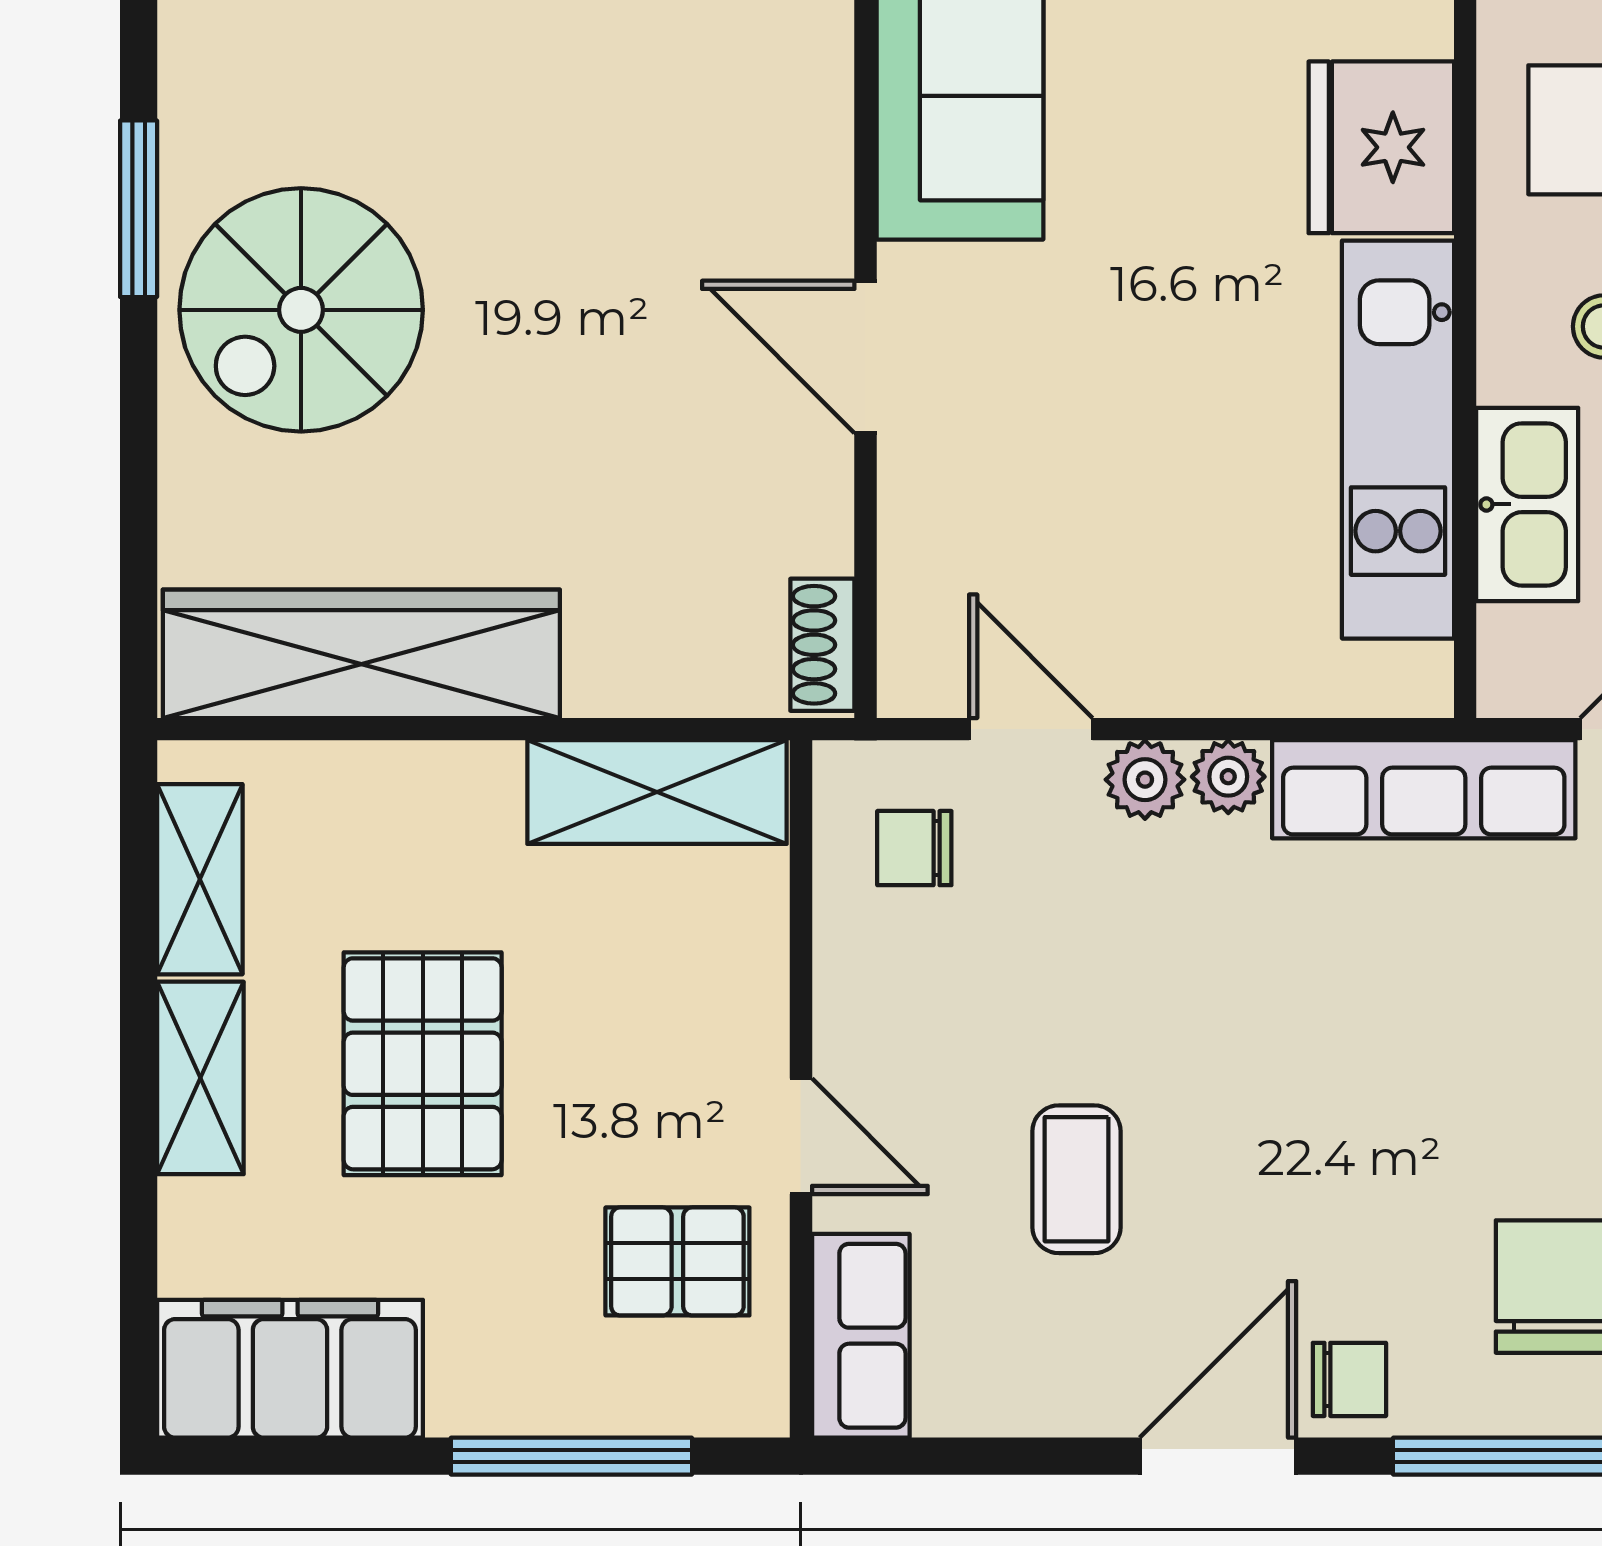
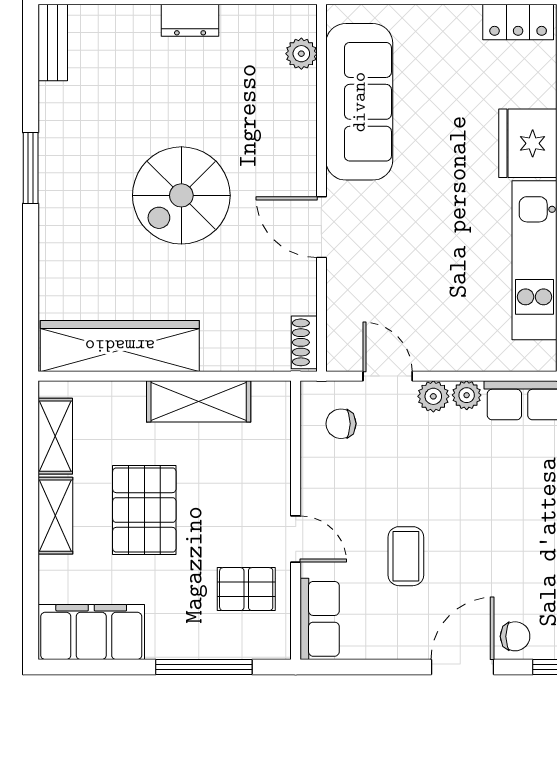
spiral stairs: (301, 310) -> (181, 195), moved
shelving: (657, 792) -> (199, 401), moved

